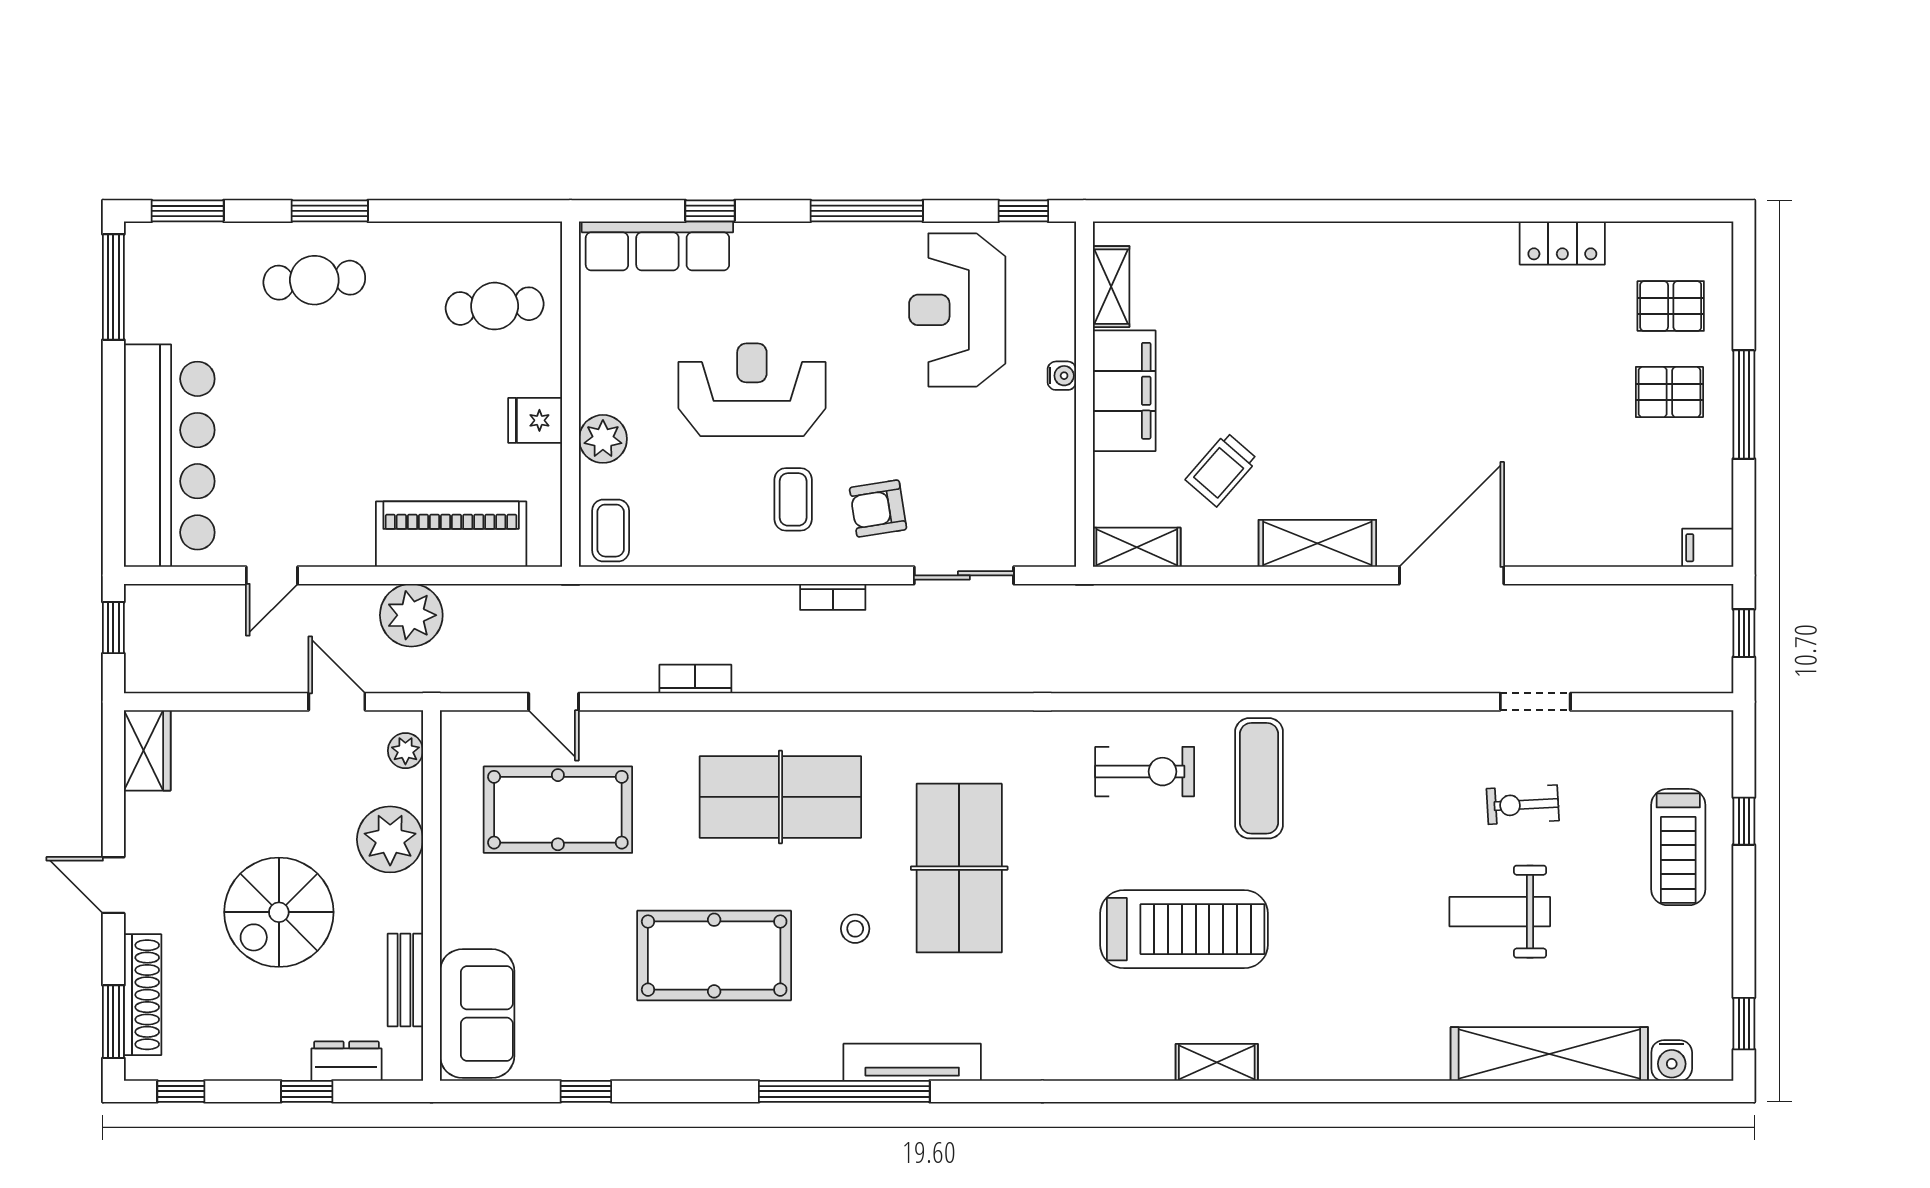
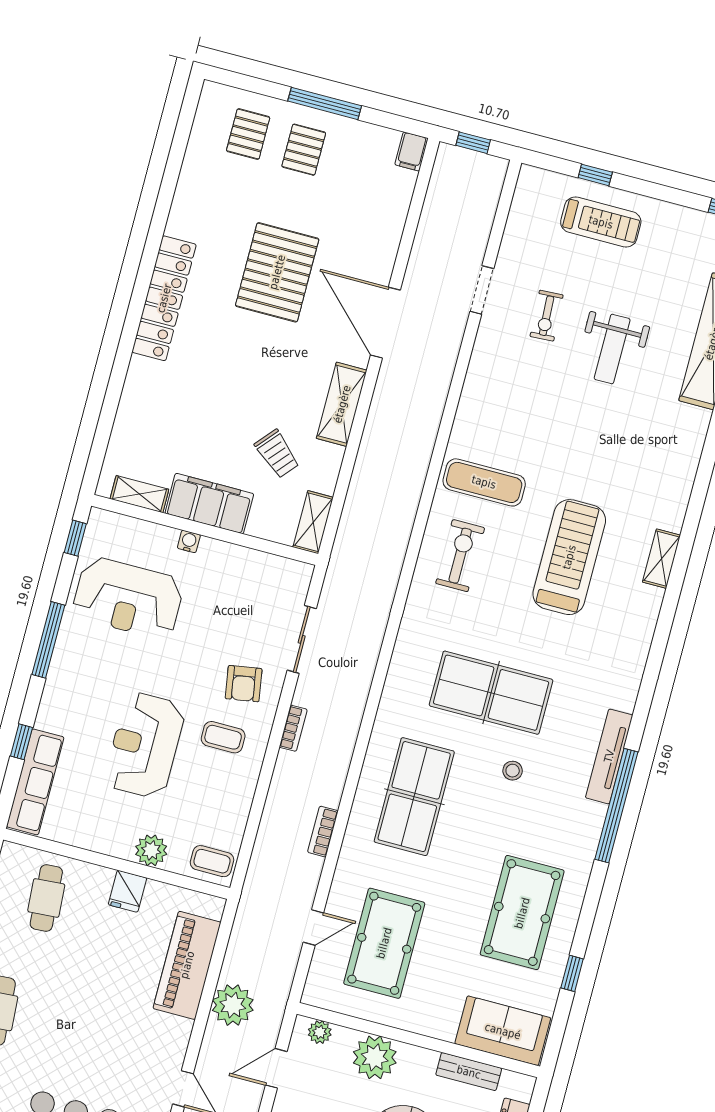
locker: (1562, 243) -> (164, 298), moved, width x2.16, depth x1.21
pallet: (1483, 400) -> (277, 272), added
pool table: (714, 956) -> (522, 913), moved

